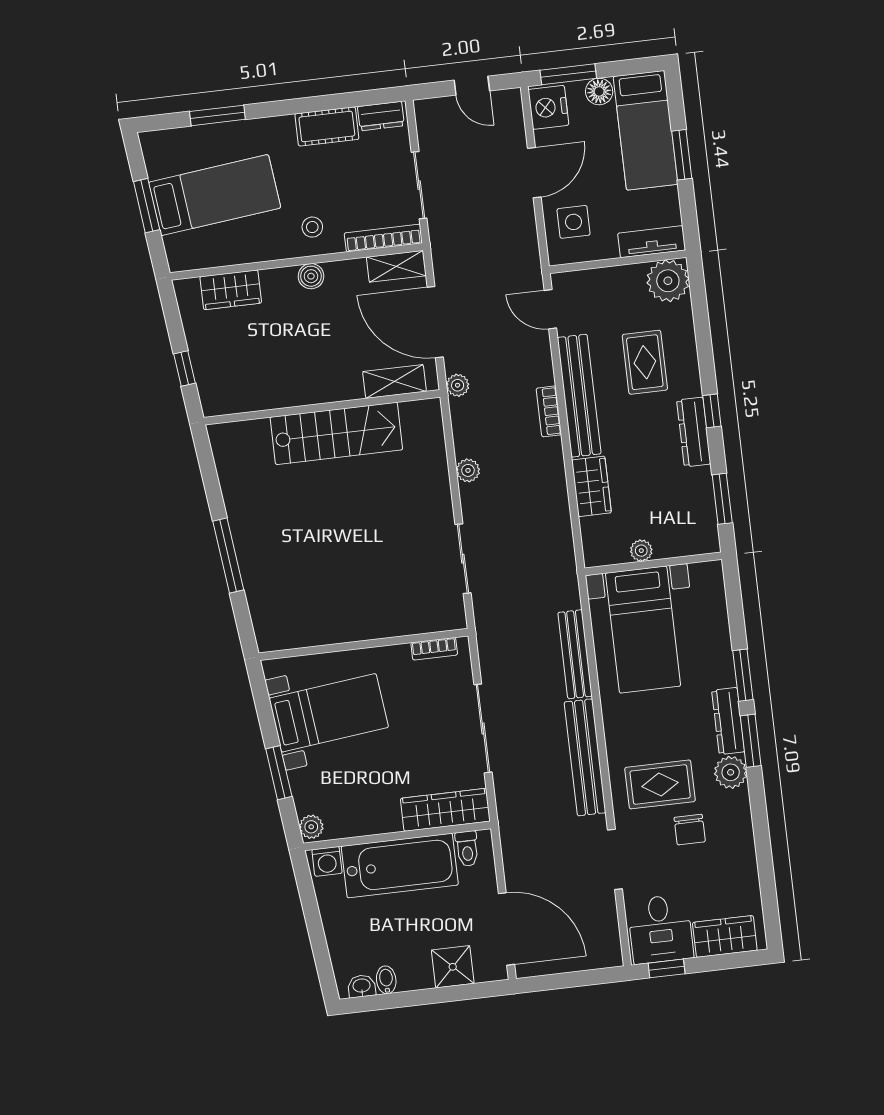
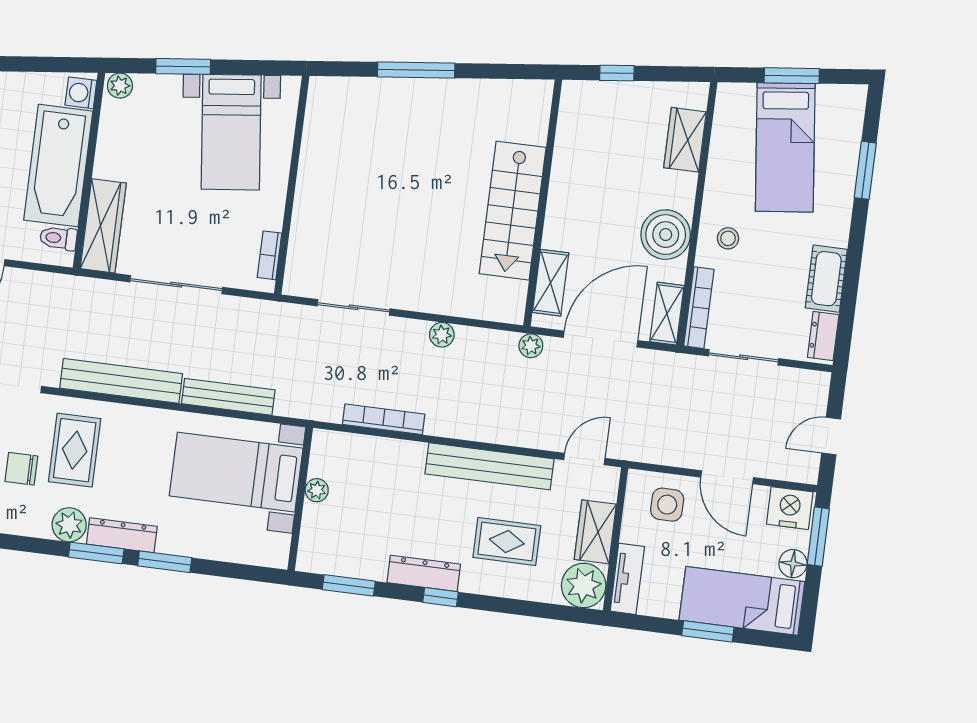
boiler: (311, 276) -> (666, 235), width x1.86, depth x1.86
bookcase: (549, 411) -> (384, 419), moved, width x1.56
wardrobe: (591, 486) -> (595, 532), moved, turned 90

